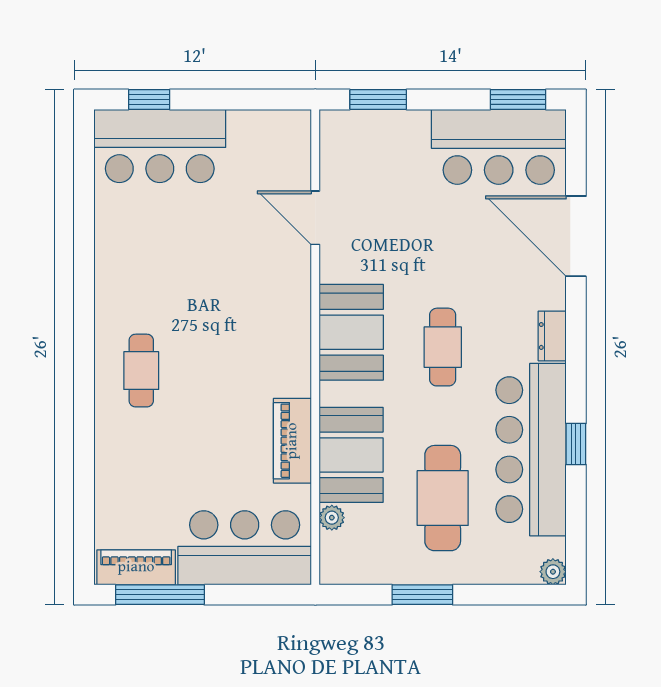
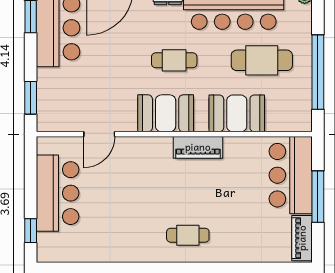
bar counter: (160, 146) -> (58, 193), moved
piano: (292, 441) -> (198, 147), moved
plant: (332, 518) -> (273, 125), removed
window: (160, 595) -> (318, 197), moved
window: (422, 595) -> (318, 72), width x2.11

